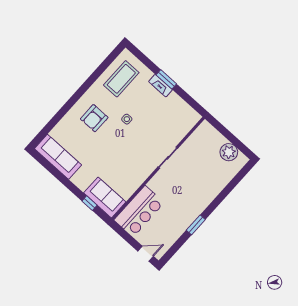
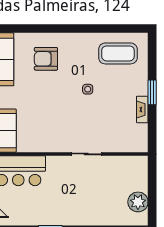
fireplace: (161, 86) -> (142, 109), moved
armchair: (94, 118) -> (46, 59), moved

